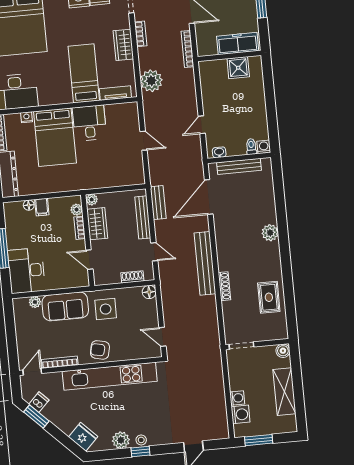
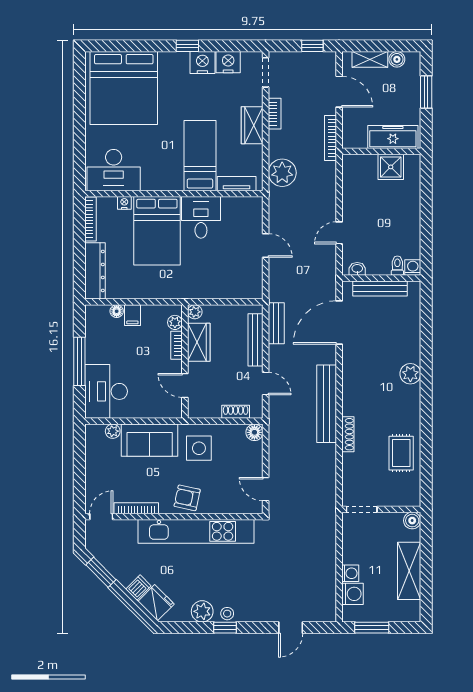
dishwasher: (39, 402) -> (138, 588), moved

